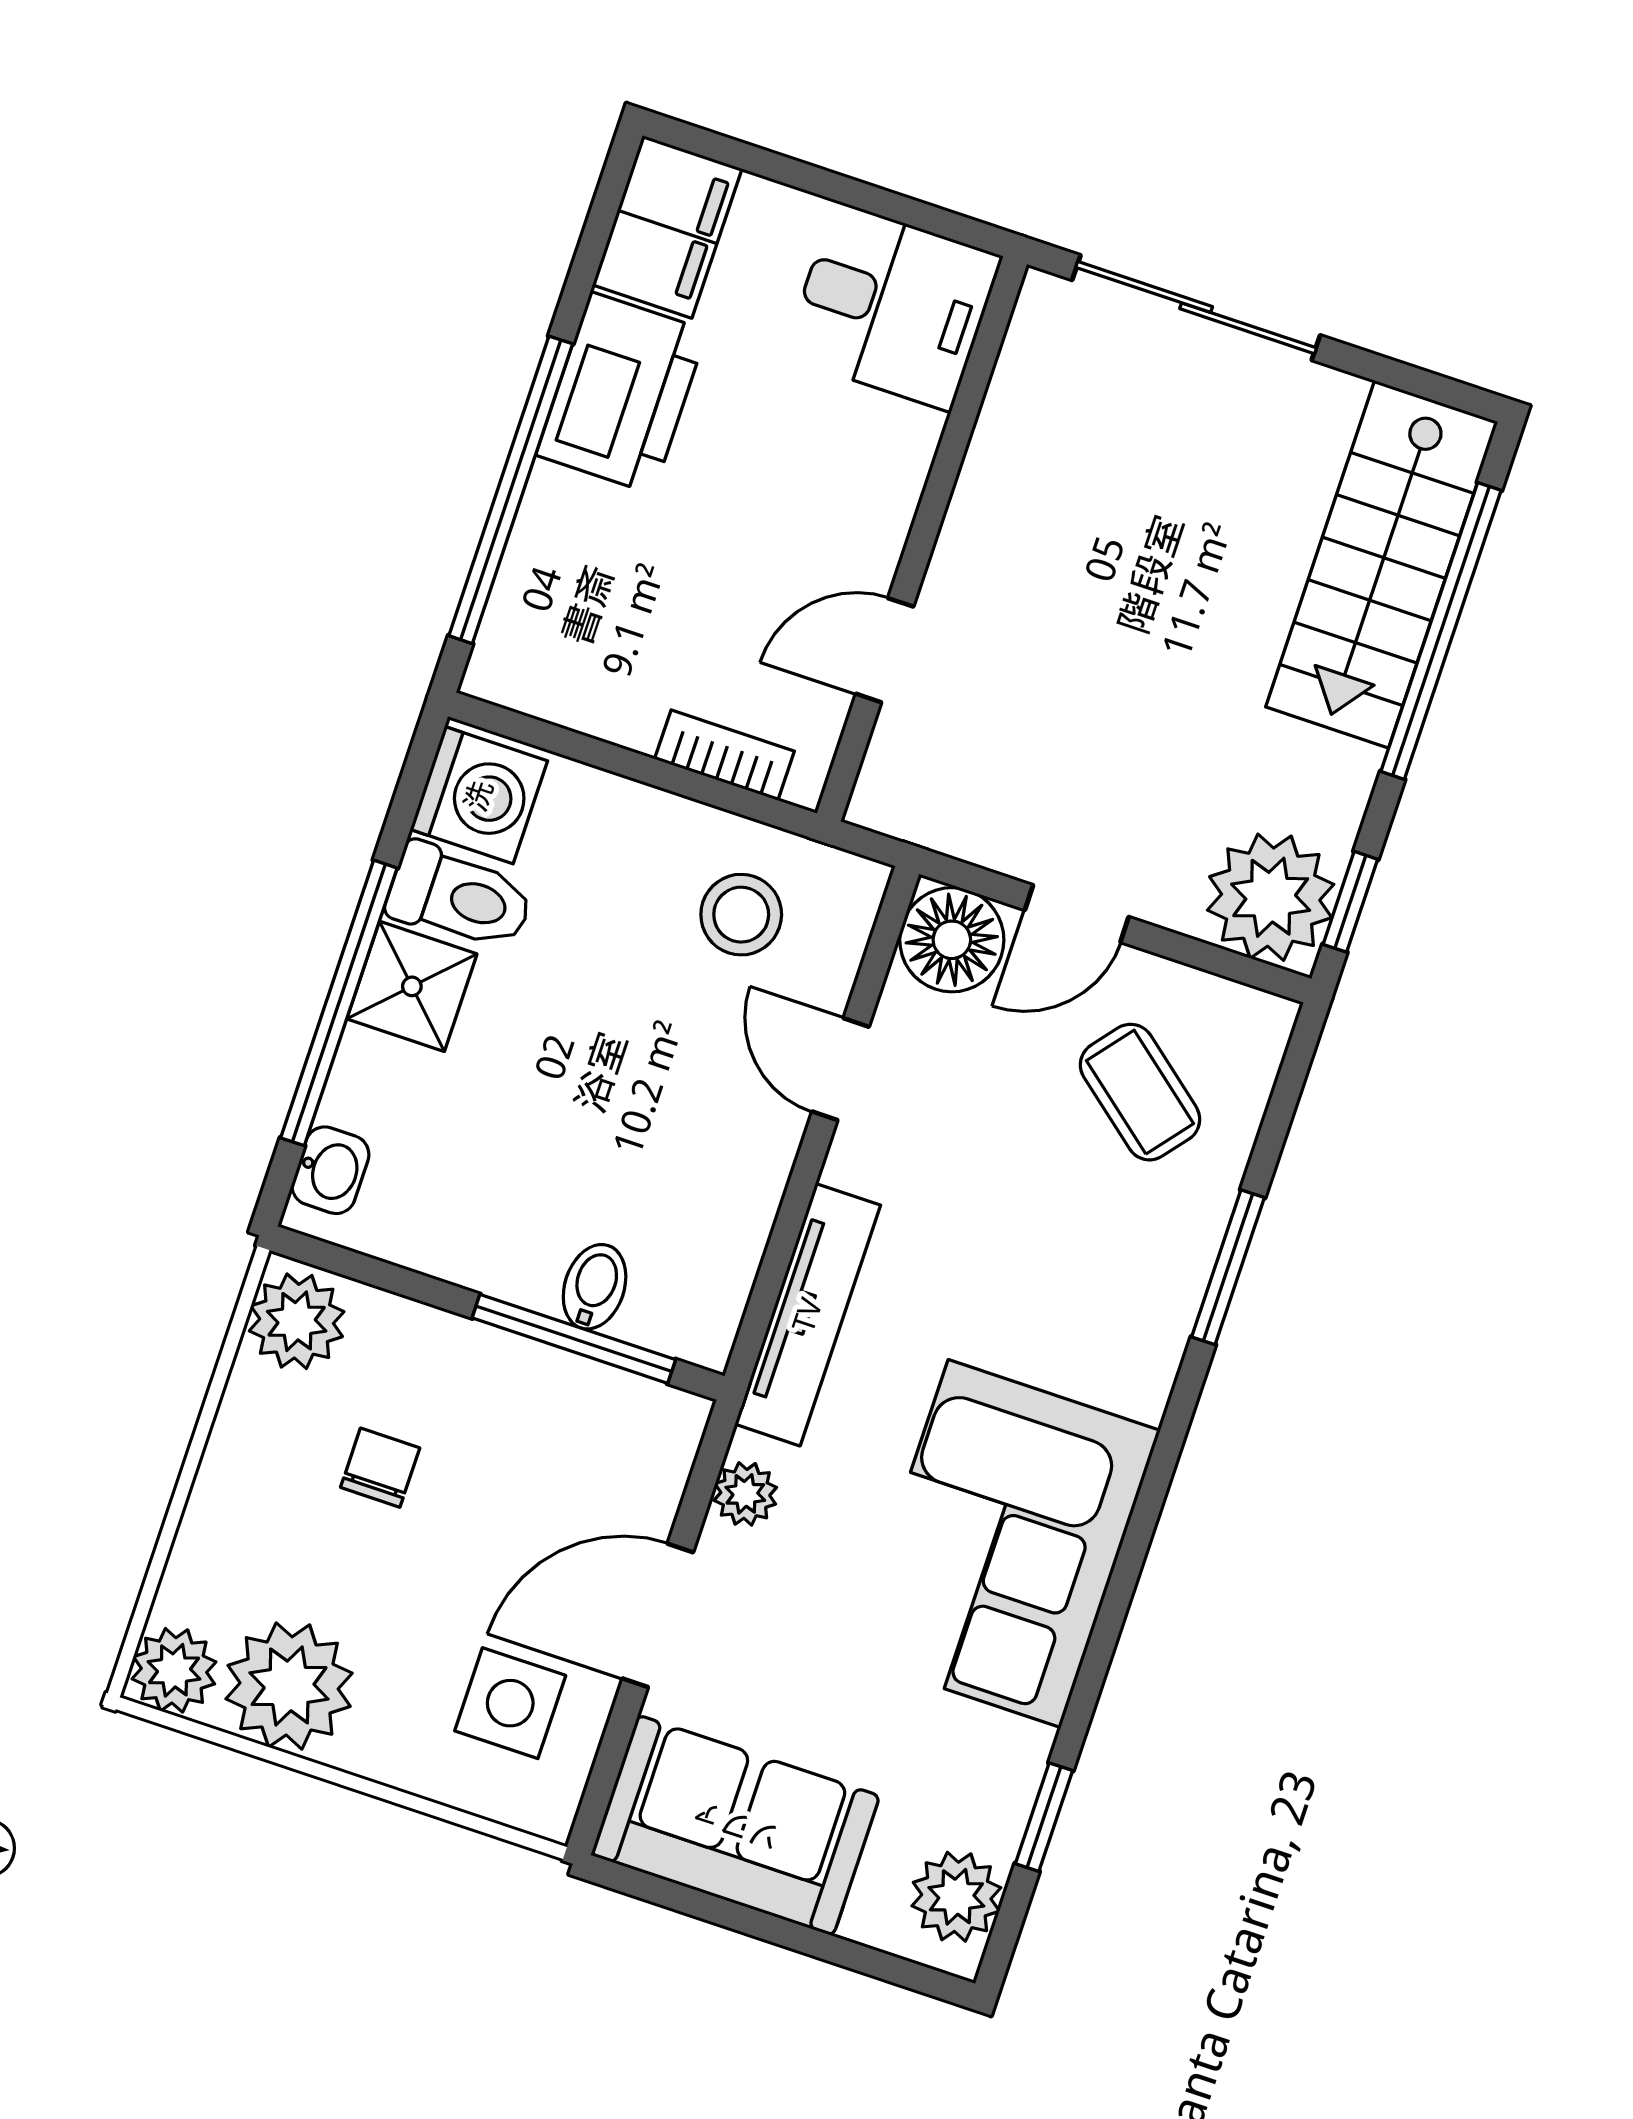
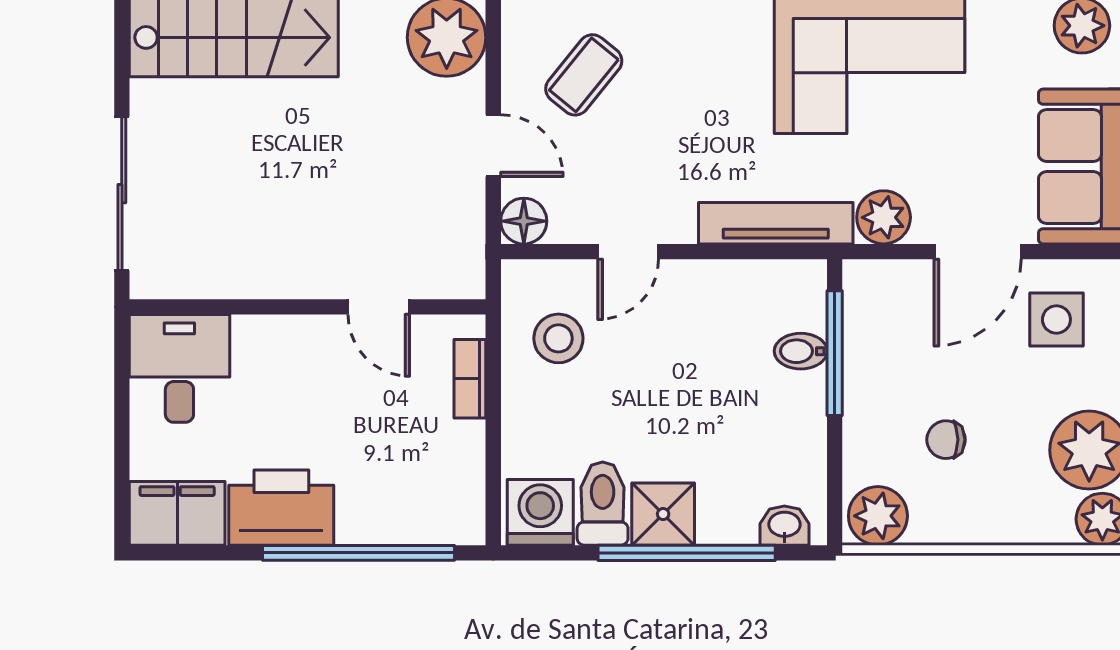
floor lamp: (952, 940) -> (524, 221), width x0.73, depth x0.73
plant: (745, 1494) -> (884, 217), width x1.38, depth x1.38
door: (658, 1615) -> (978, 252), hinge flipped

